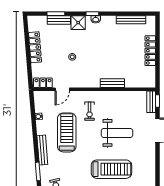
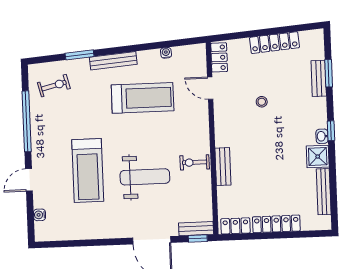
shower: (78, 23) -> (318, 156), moved
locker: (150, 77) -> (235, 226), added
exercise bike: (90, 111) -> (195, 162), moved
weight bench: (117, 133) -> (145, 177), turned -90

